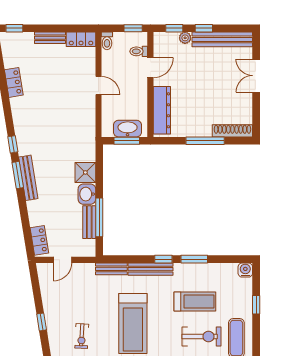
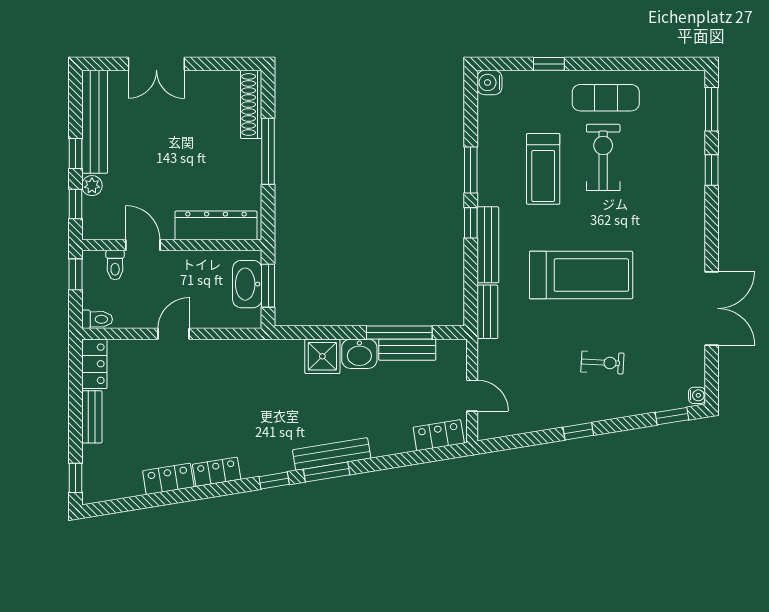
locker: (18, 111) -> (217, 472), added
treadmill: (195, 301) -> (543, 169), turned 180

